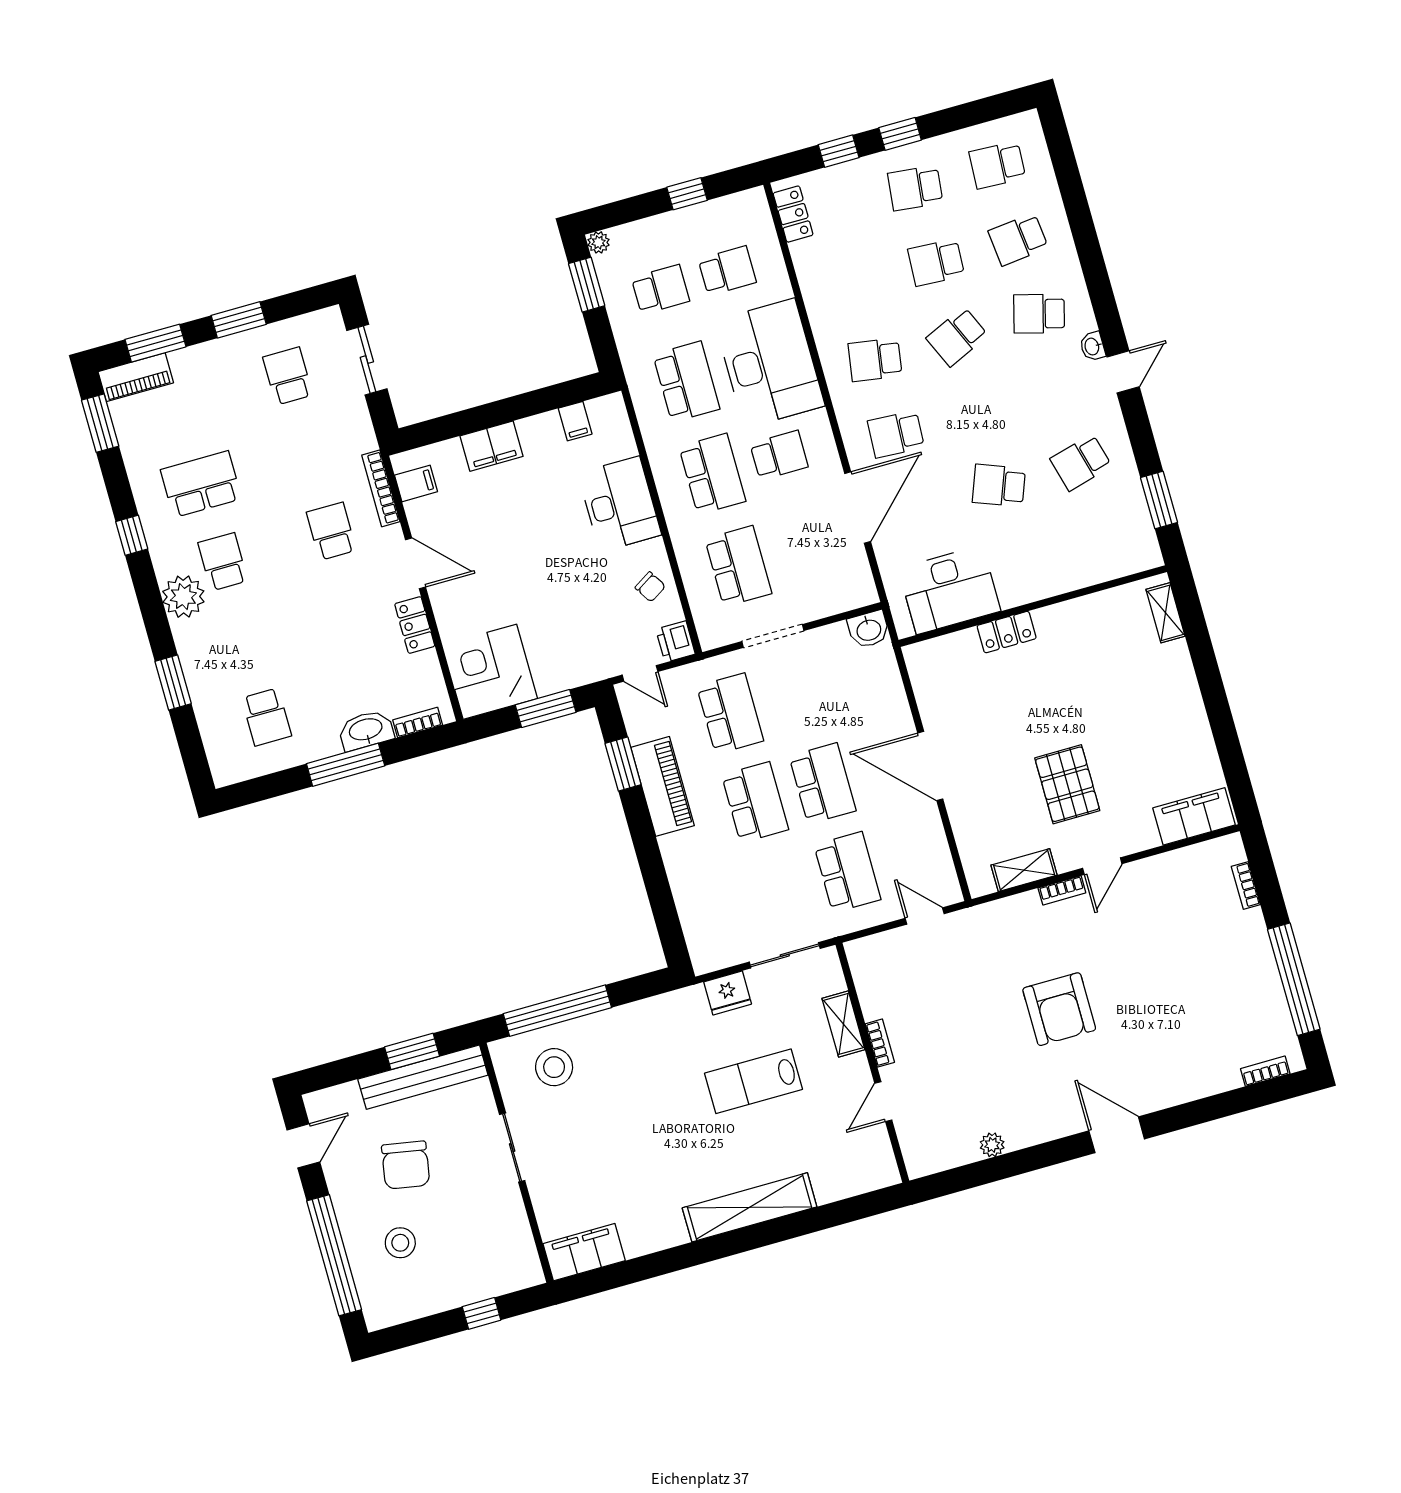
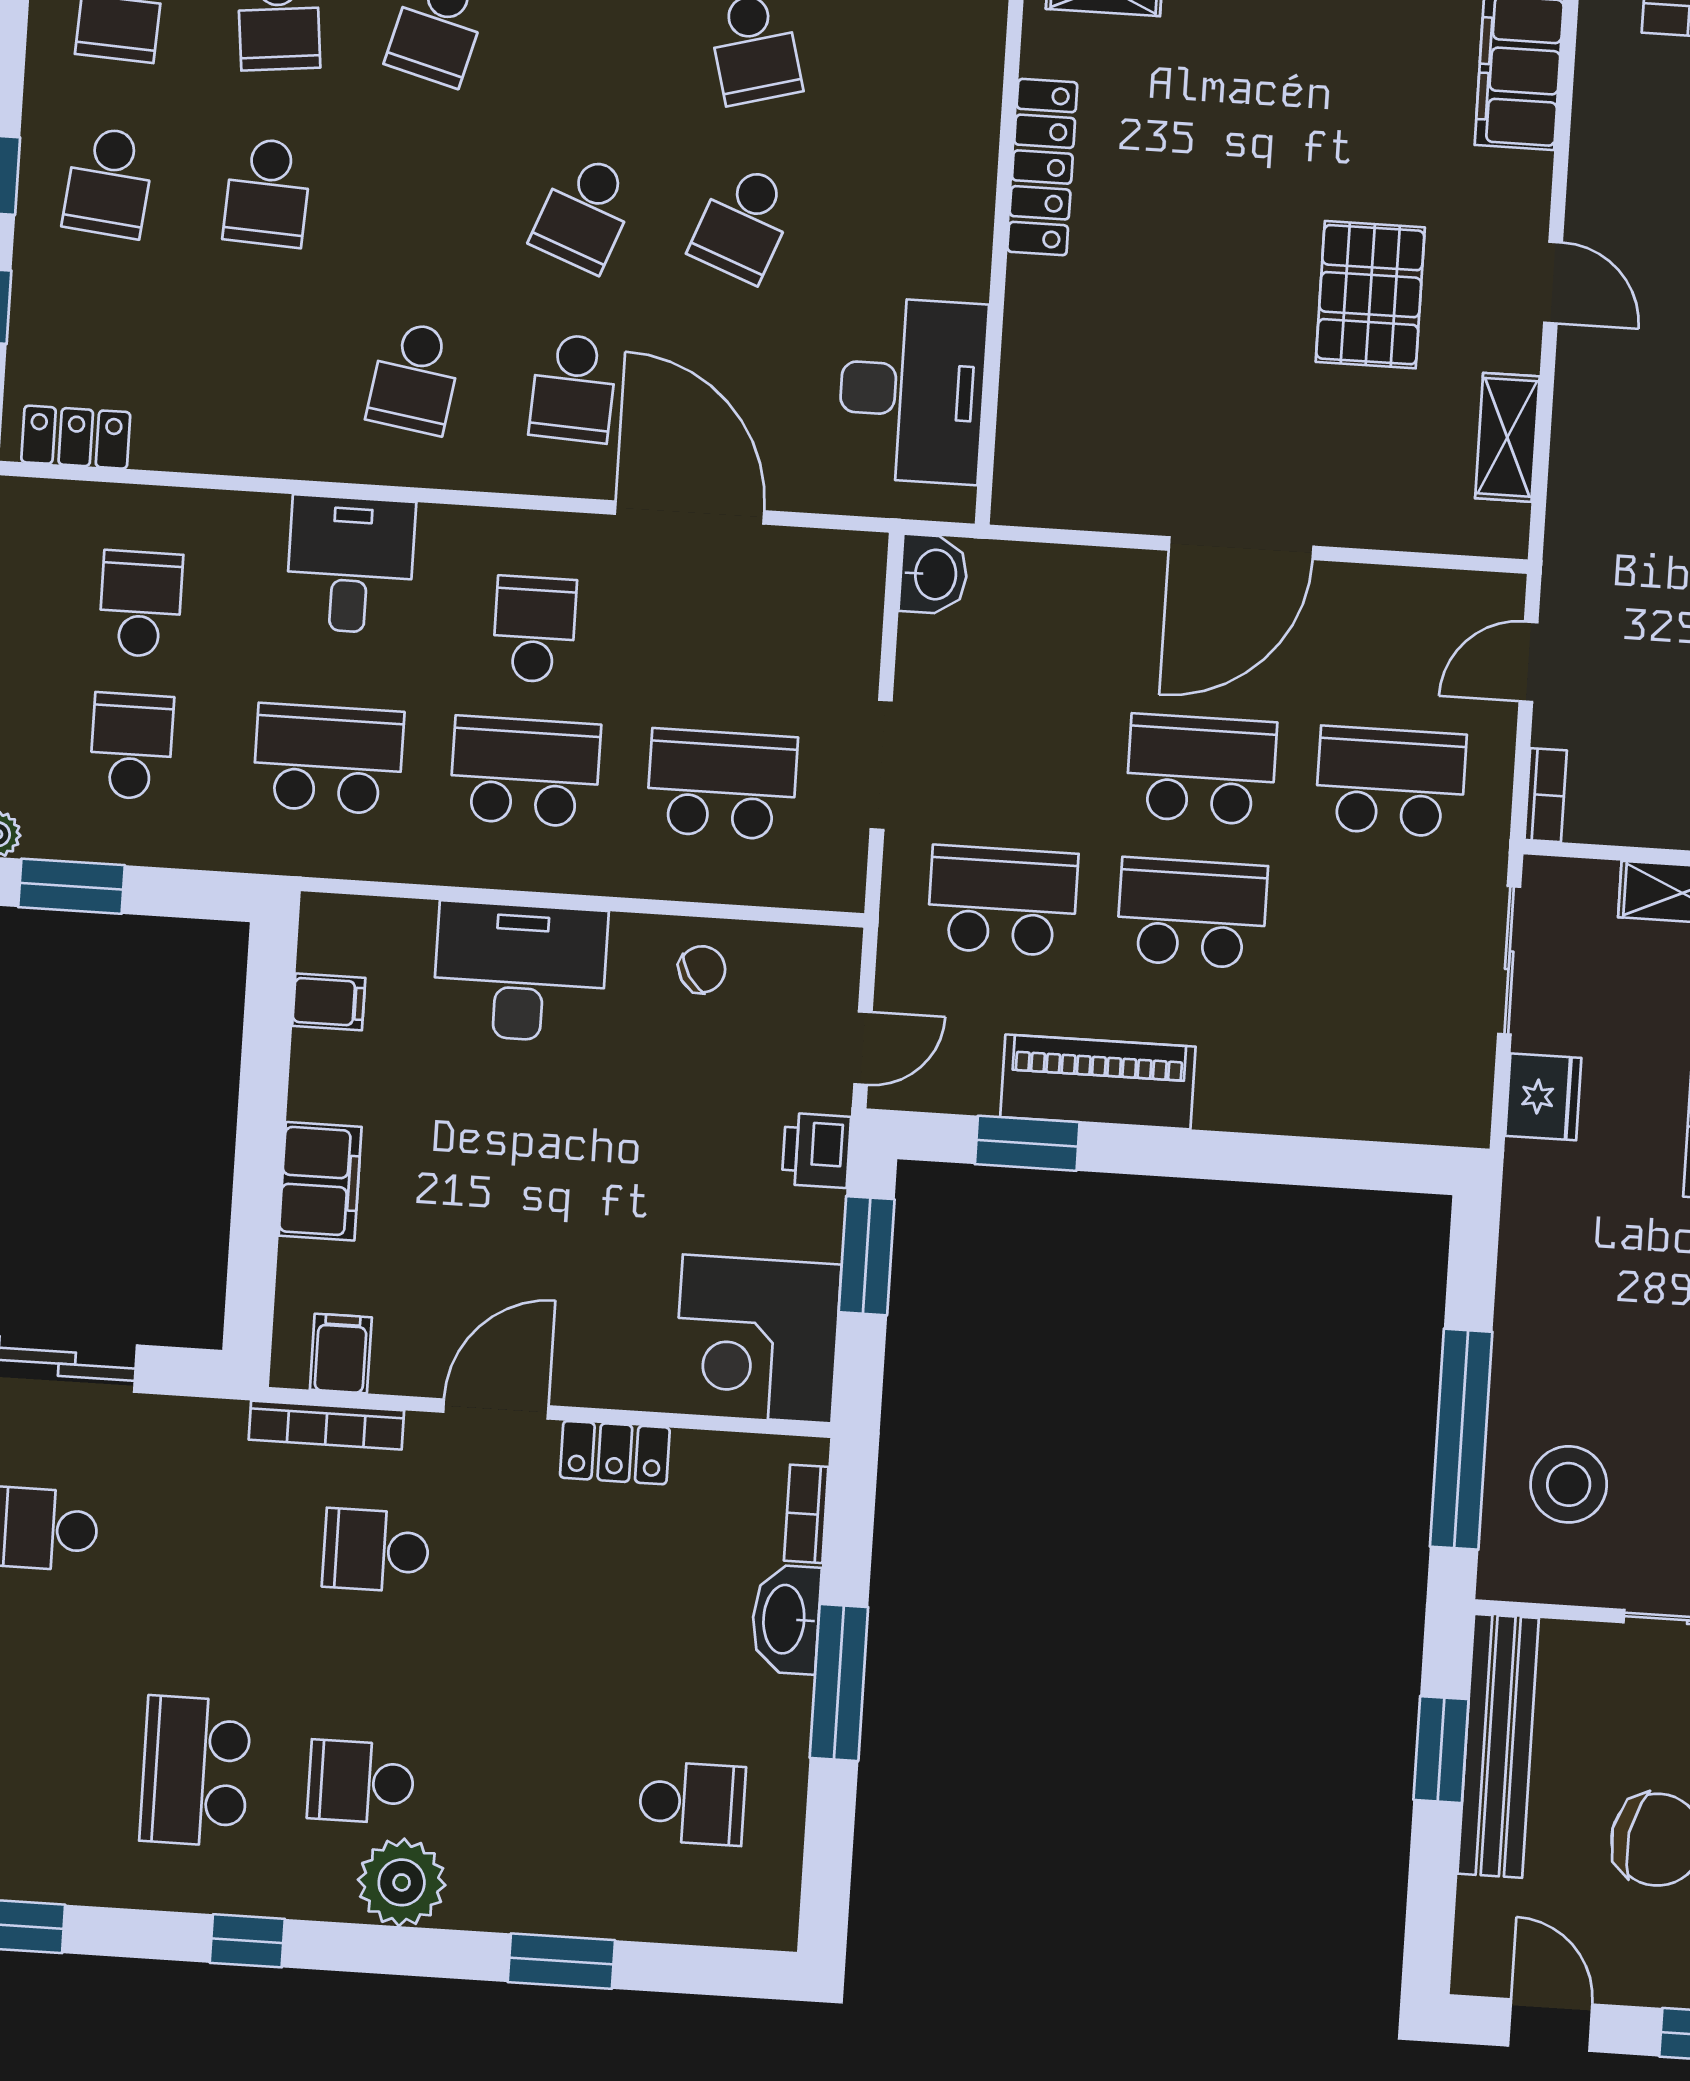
school desk: (957, 337) -> (585, 213), moved, turned 45
desk: (770, 363) -> (350, 565), width x0.53, depth x0.77
locker: (1007, 632) -> (1042, 167), moved, width x1.53
printer: (675, 642) -> (816, 1150), moved, turned 90
pallet: (1067, 784) -> (1370, 295), turned 90
bookcase: (1062, 890) -> (1546, 795), moved

